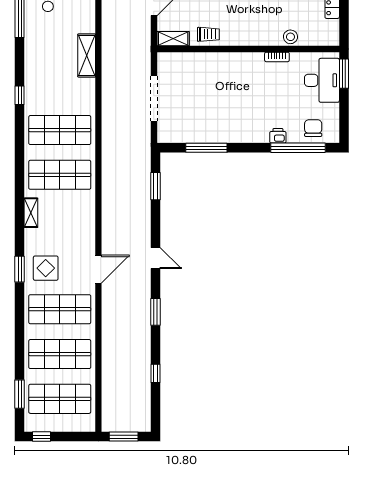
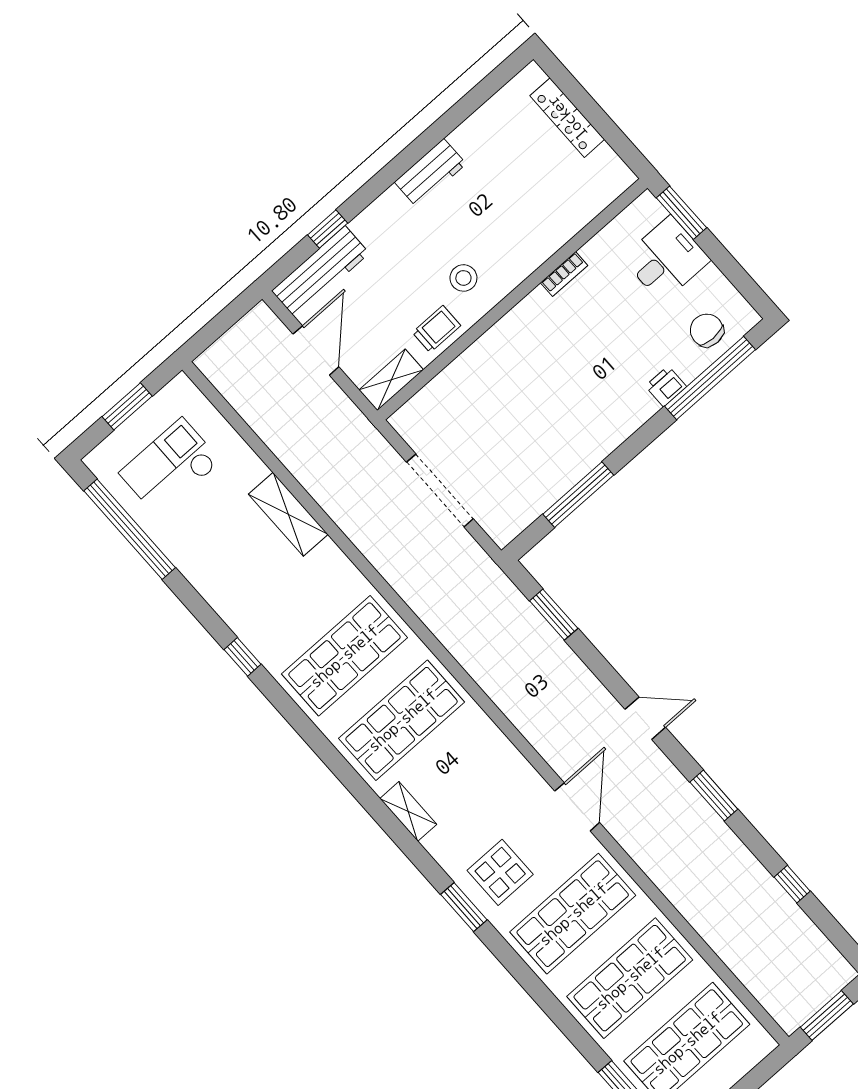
stool: (290, 37) -> (463, 278), moved
desk: (322, 80) -> (666, 259), width x0.73

